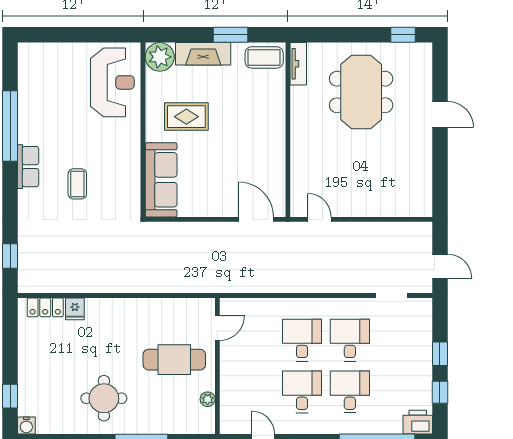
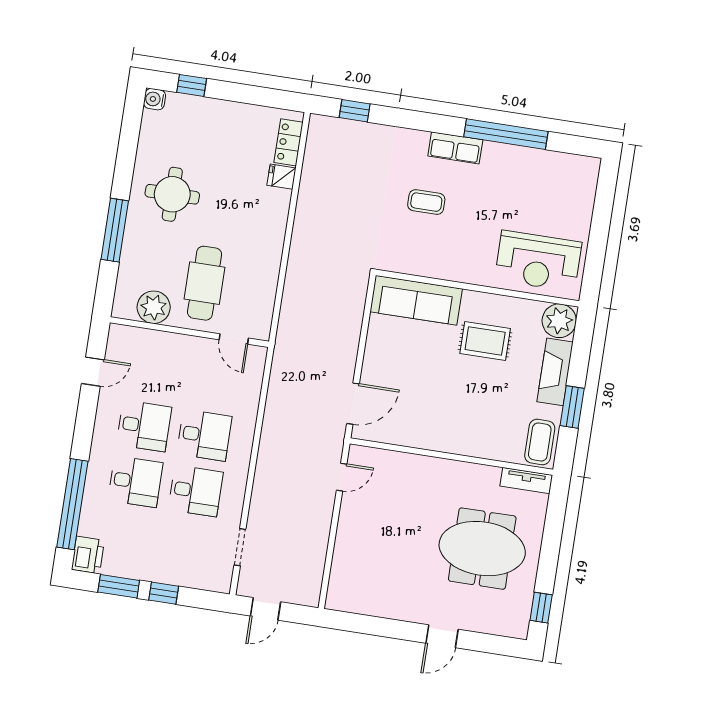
rug: (186, 117) -> (485, 341), turned 90
window: (440, 392) -> (119, 586), width x1.50
plant: (208, 399) -> (154, 307), width x1.88, depth x1.88

